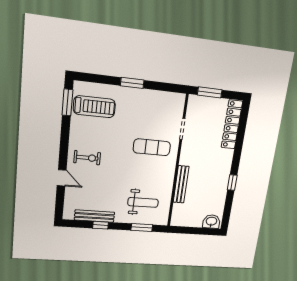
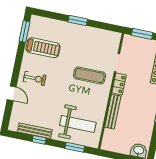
treadmill: (94, 107) -> (43, 48), moved
locker: (186, 153) -> (119, 84), added
weight bench: (143, 202) -> (78, 124), width x1.36, depth x1.33

